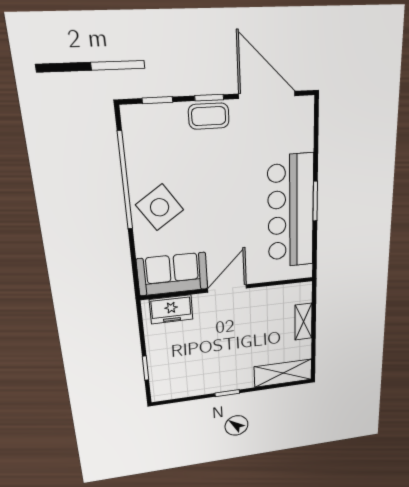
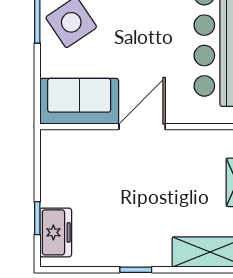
freezer: (171, 309) -> (56, 232), moved, turned -90

